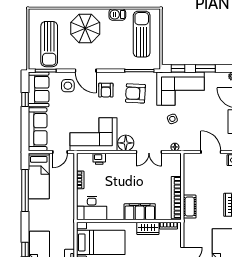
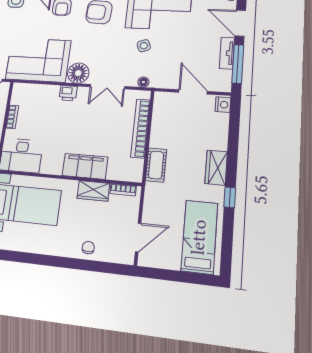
printer: (99, 159) -> (68, 93), moved
bookcase: (176, 198) -> (141, 128), moved

